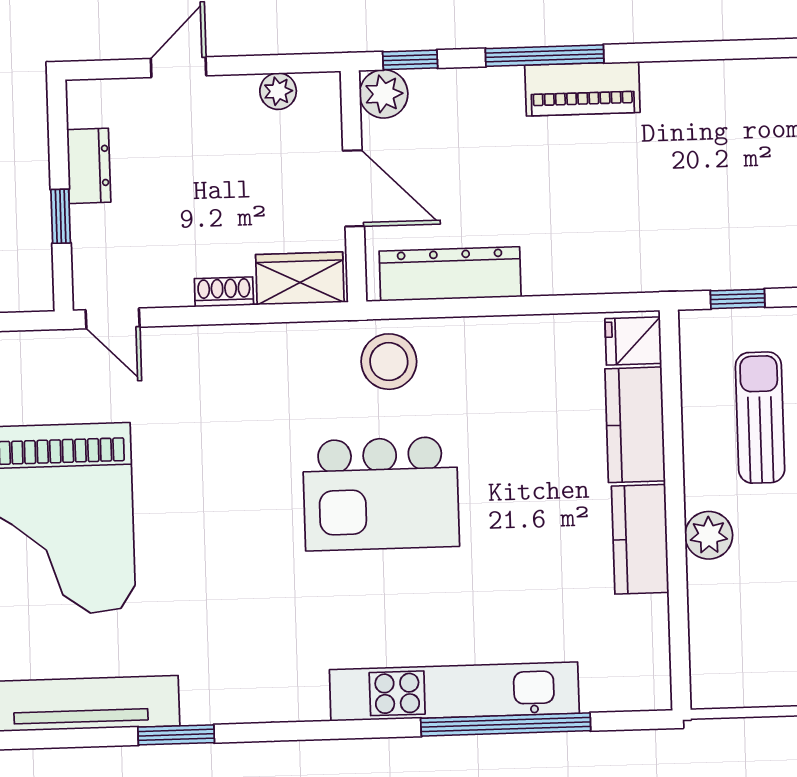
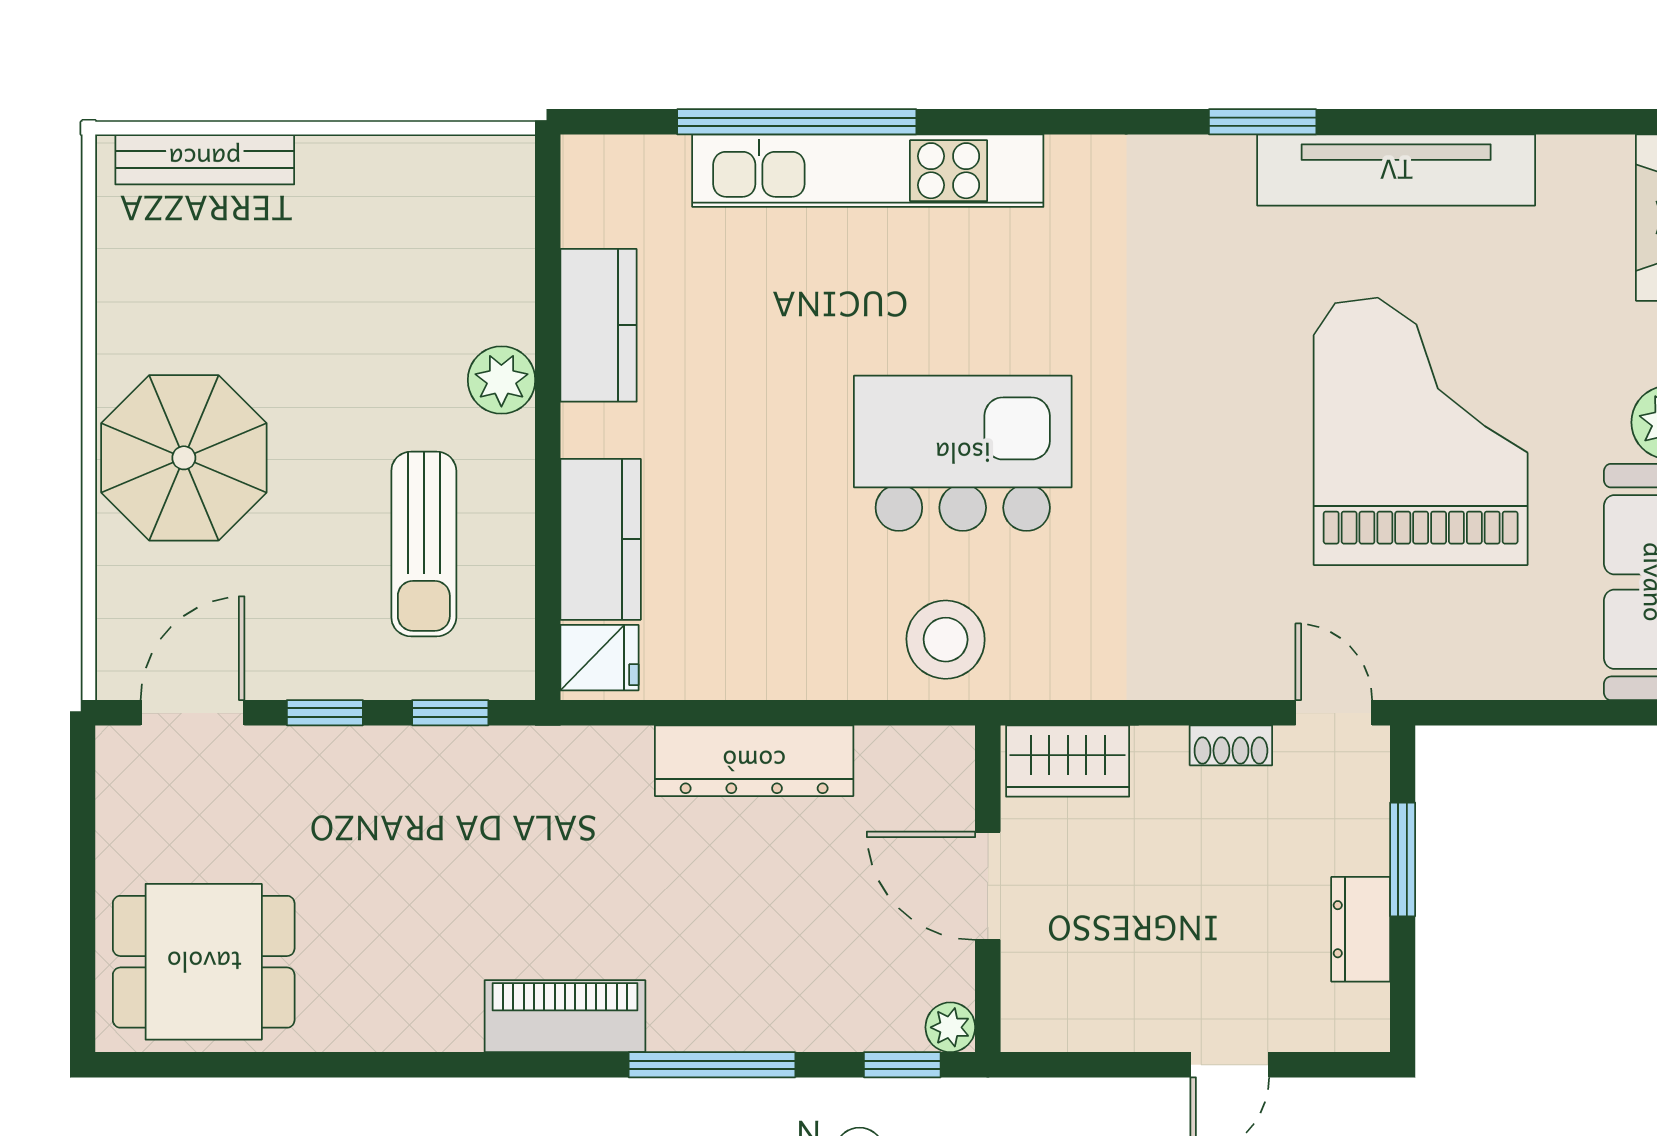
piano: (582, 89) -> (565, 1016), moved
plant: (278, 91) -> (1090, 1026), removed
plant: (384, 94) -> (950, 1027), width x0.73, depth x0.73
window: (61, 216) -> (1403, 859), width x1.50
dresser: (450, 274) -> (754, 761), moved
shoe rack: (224, 292) -> (1231, 745), moved
kitchen counter: (640, 539) -> (599, 325), moved

